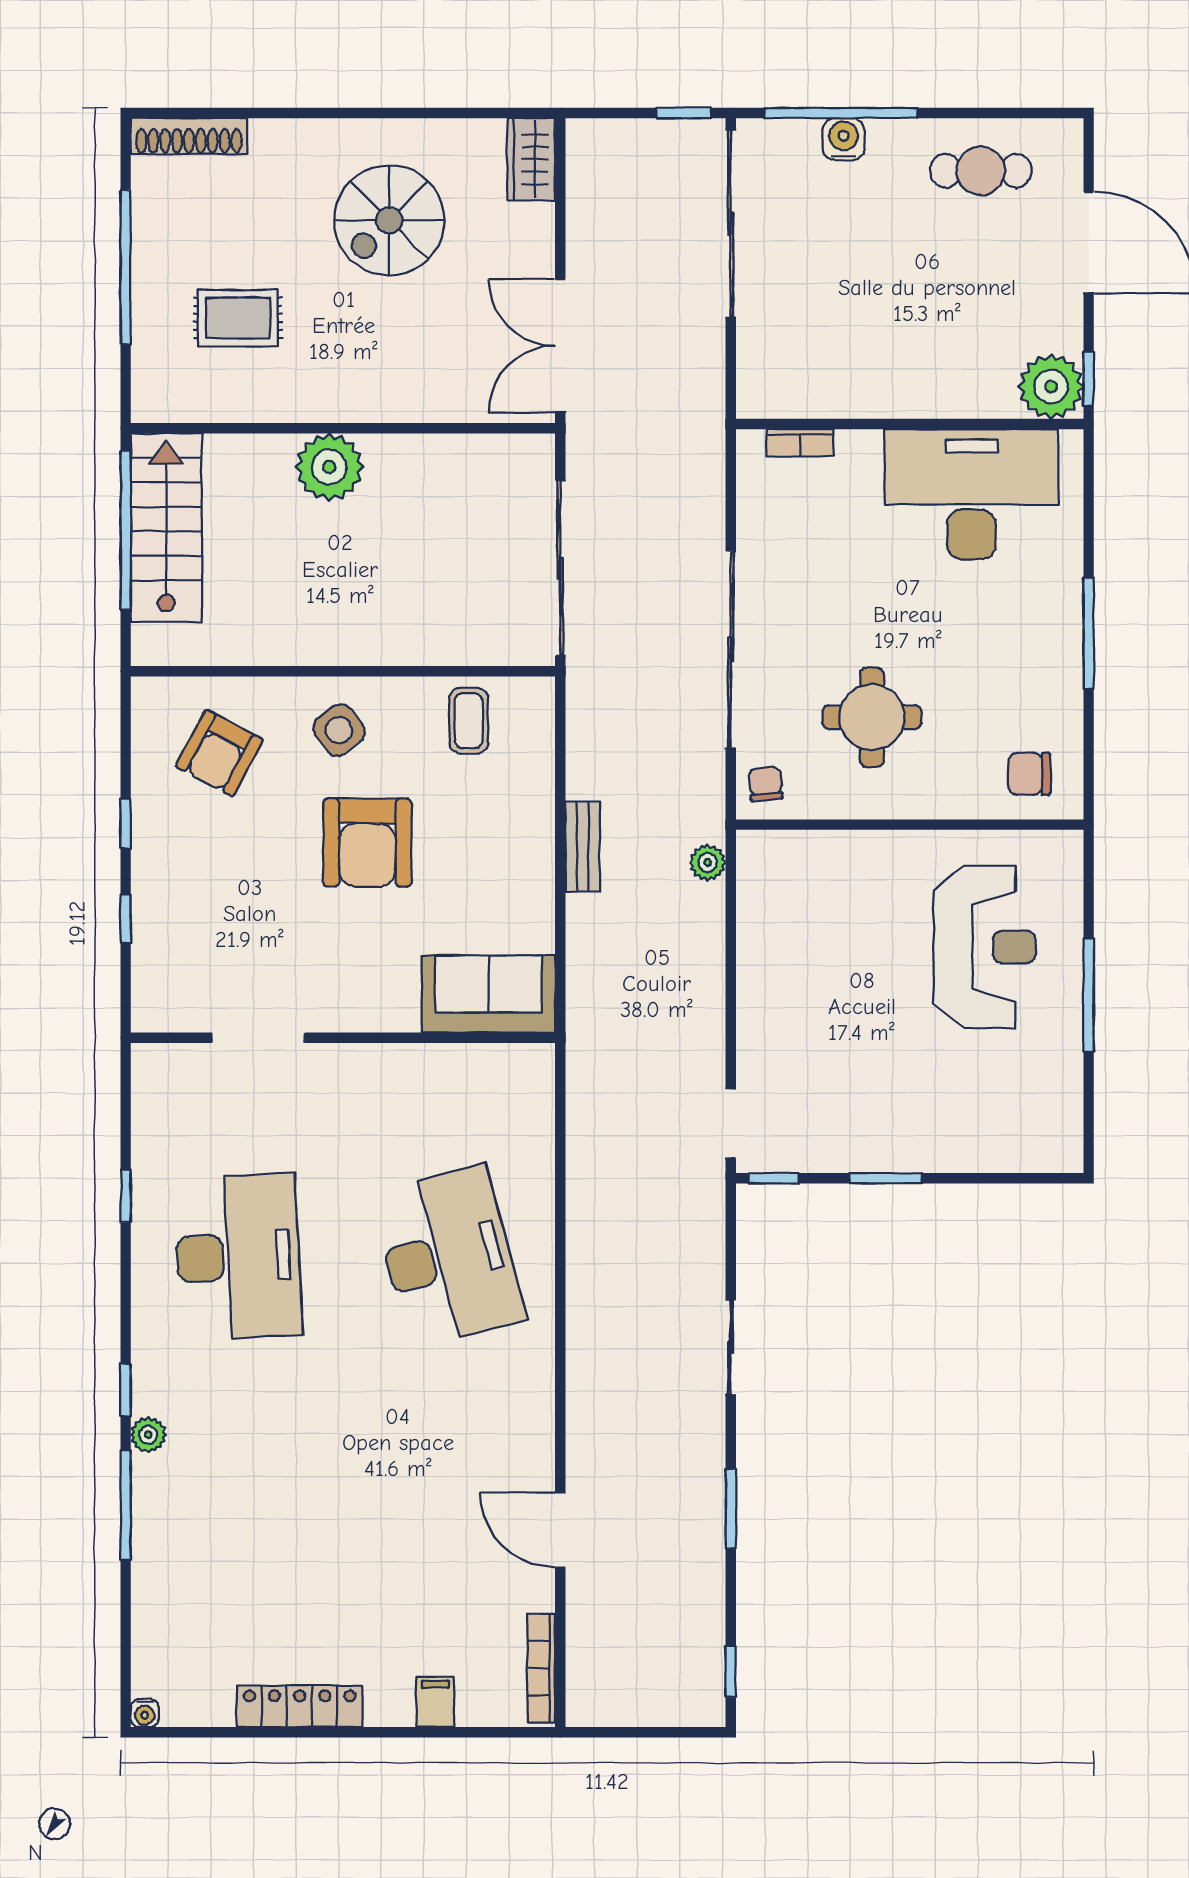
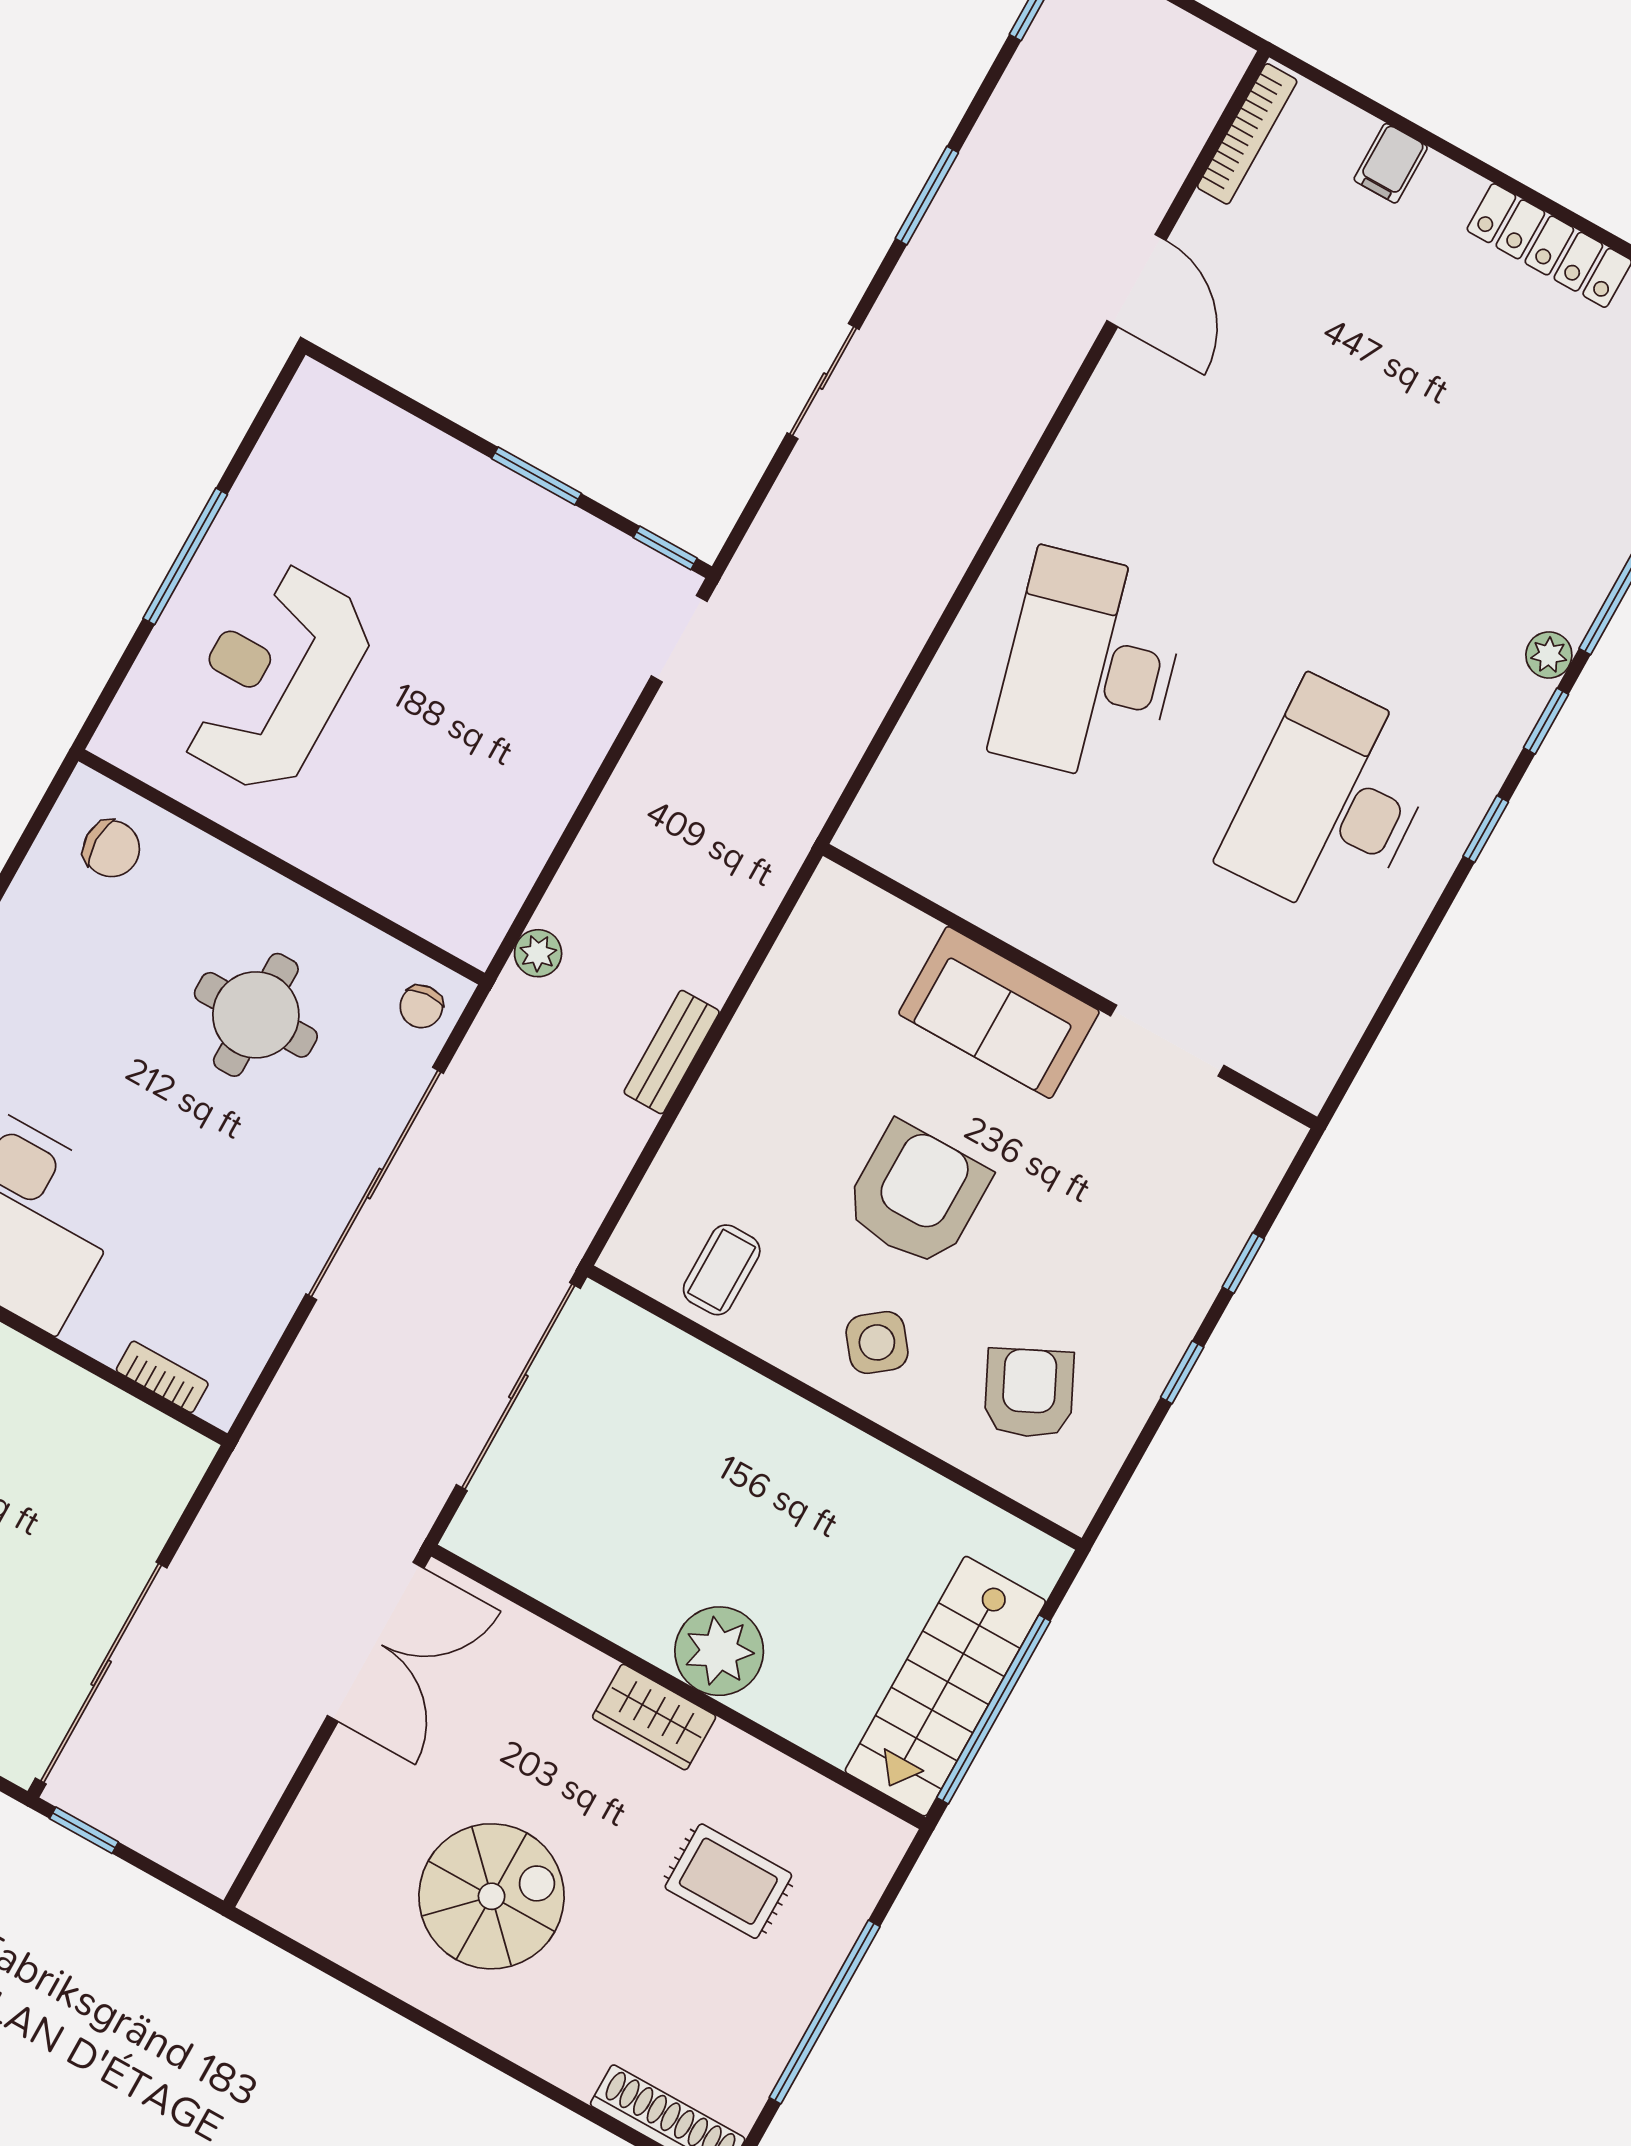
wardrobe: (531, 159) -> (654, 1717), moved, turned 90
armchair: (219, 753) -> (1029, 1393), turned -54
sofa: (488, 994) -> (999, 1012), moved
window: (126, 1196) -> (1486, 829), moved

